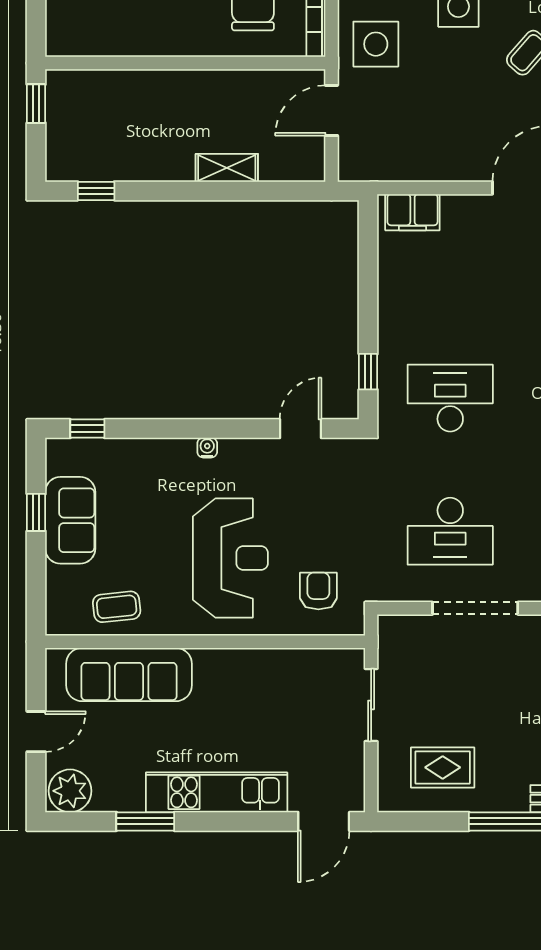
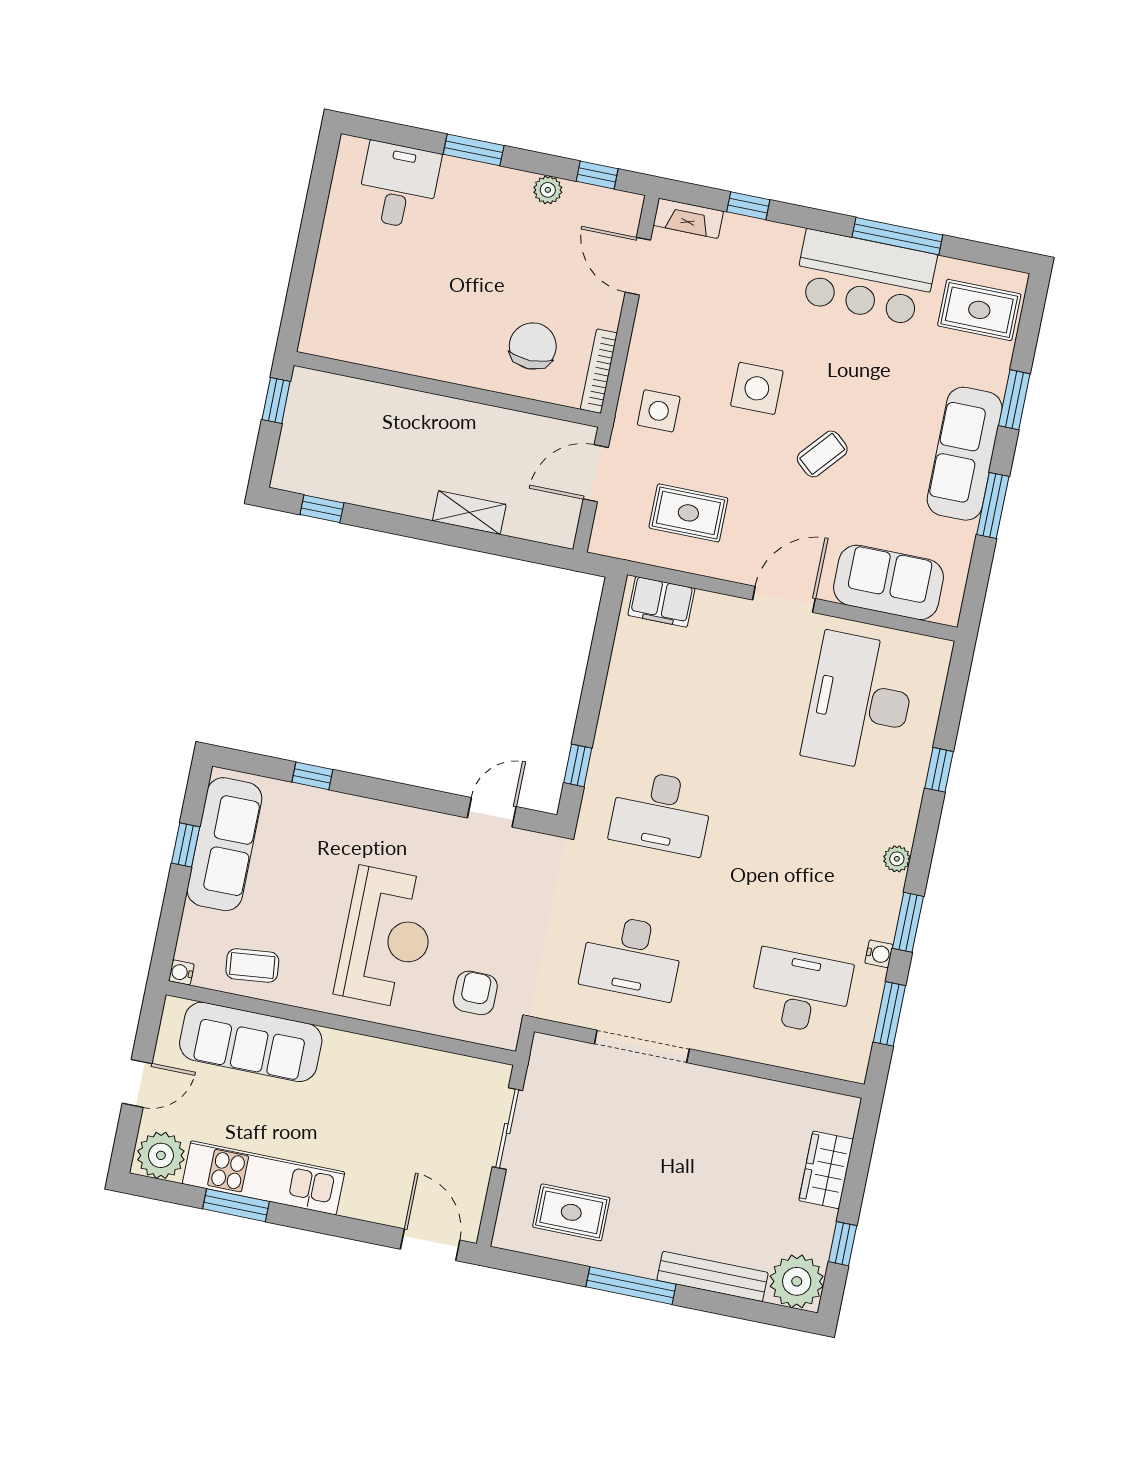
side table: (376, 44) -> (659, 411), width x0.73, depth x0.73
rug: (420, 129) -> (688, 513), added
desk: (450, 398) -> (661, 812), turned 180
window: (87, 429) -> (312, 776), moved
water cooler: (207, 448) -> (181, 972), moved, turned -90
sofa: (70, 520) -> (224, 844), width x1.36
kitchen unit: (217, 792) -> (263, 1178), moved
door: (324, 821) -> (430, 1245), swing flipped

